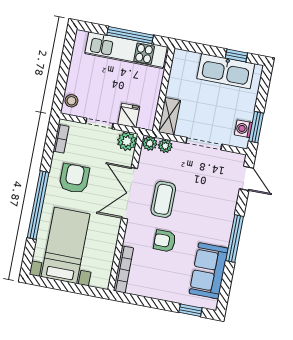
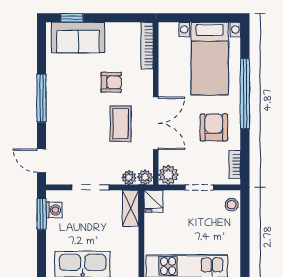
fridge: (129, 115) -> (153, 201), moved
armchair: (74, 179) -> (214, 127), turned 180
sofa: (209, 271) -> (78, 38), moved, turned 90

